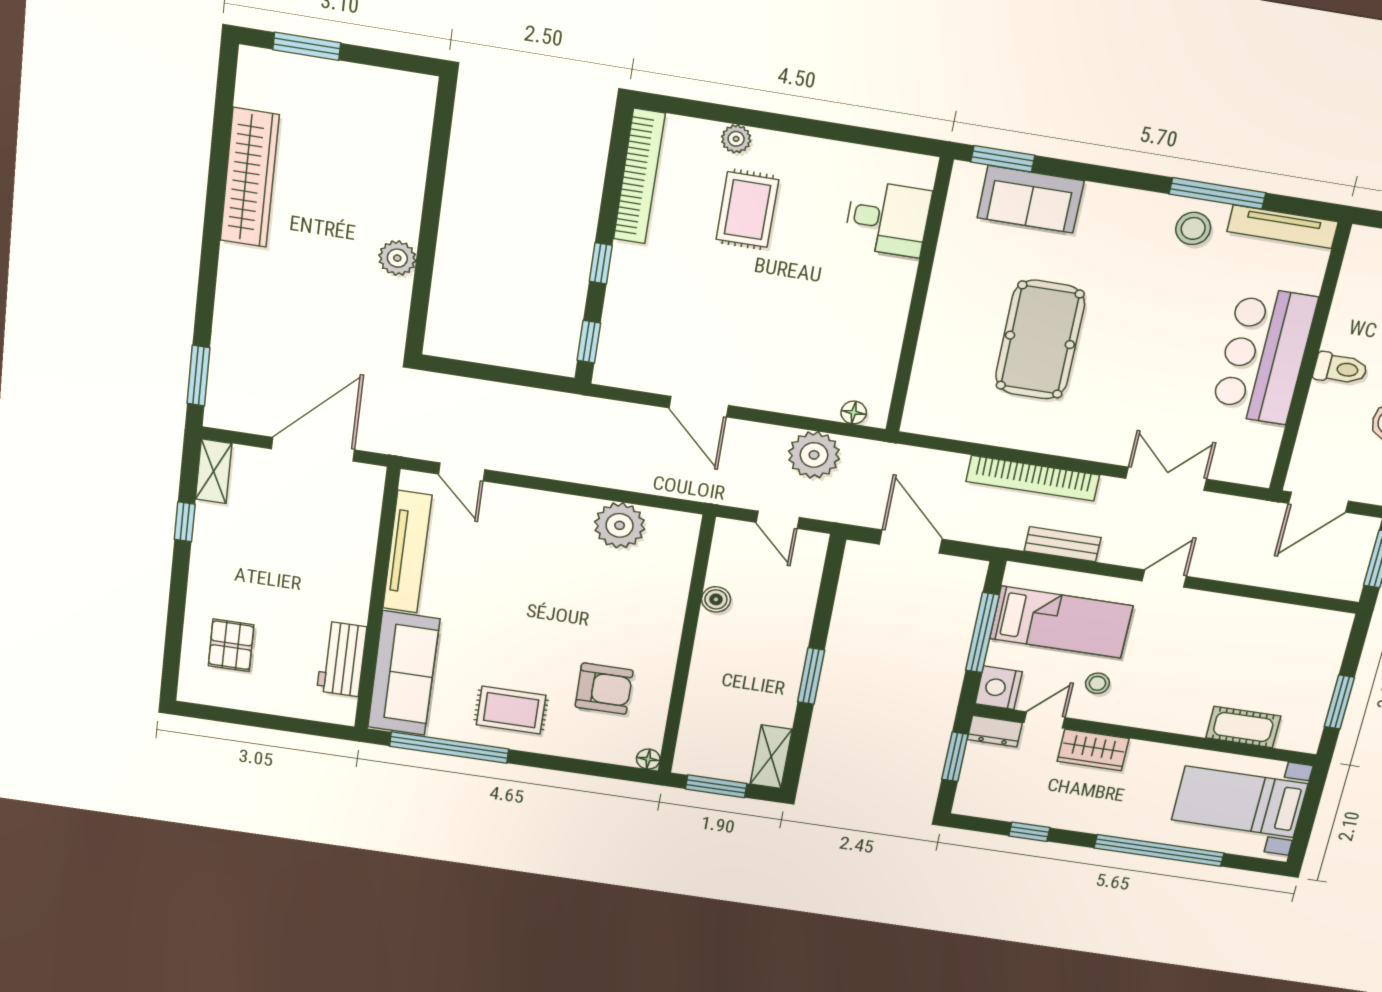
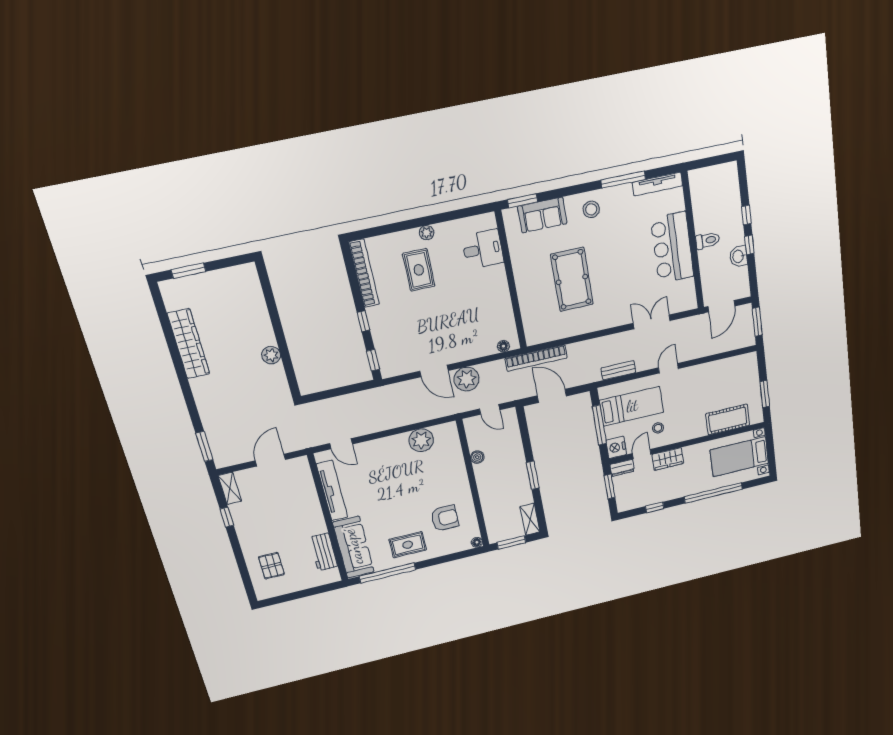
plant: (736, 139) -> (427, 233), moved
stool: (1193, 228) -> (591, 209), moved
door: (313, 449) -> (270, 460), width x0.73
plant: (814, 455) -> (467, 379), moved
bookcase: (1033, 478) -> (536, 358), moved
cot: (1243, 727) -> (728, 419), width x1.37, depth x1.34

